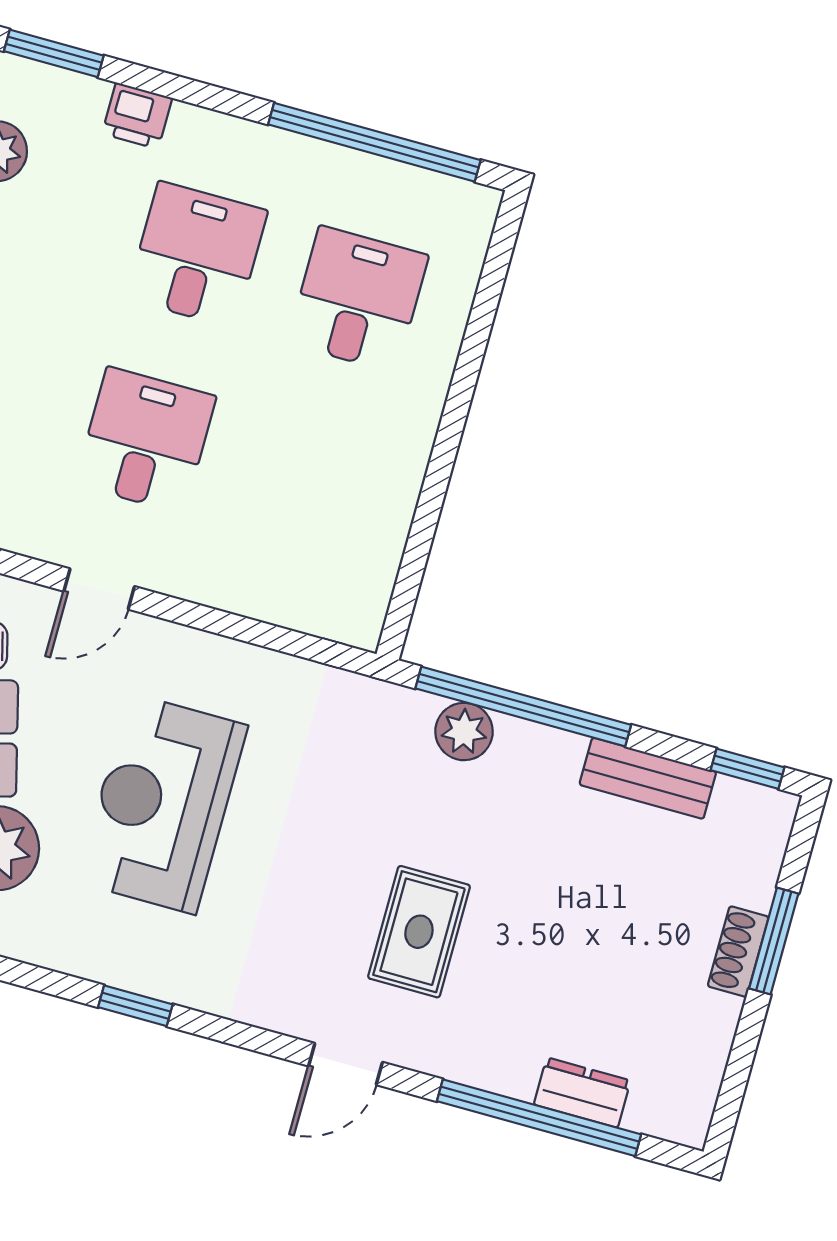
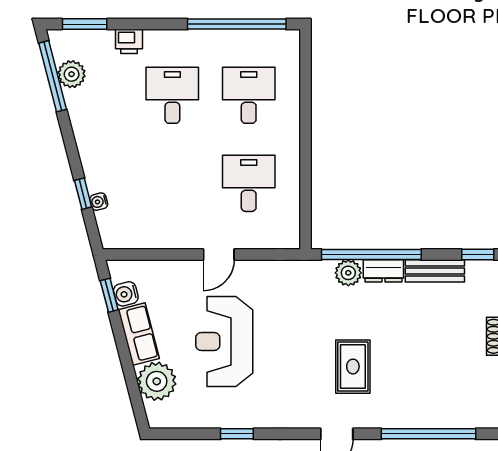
desk: (146, 440) -> (249, 183), moved
door: (99, 589) -> (219, 255), moved
dresser: (582, 1093) -> (383, 271), moved, turned 180

